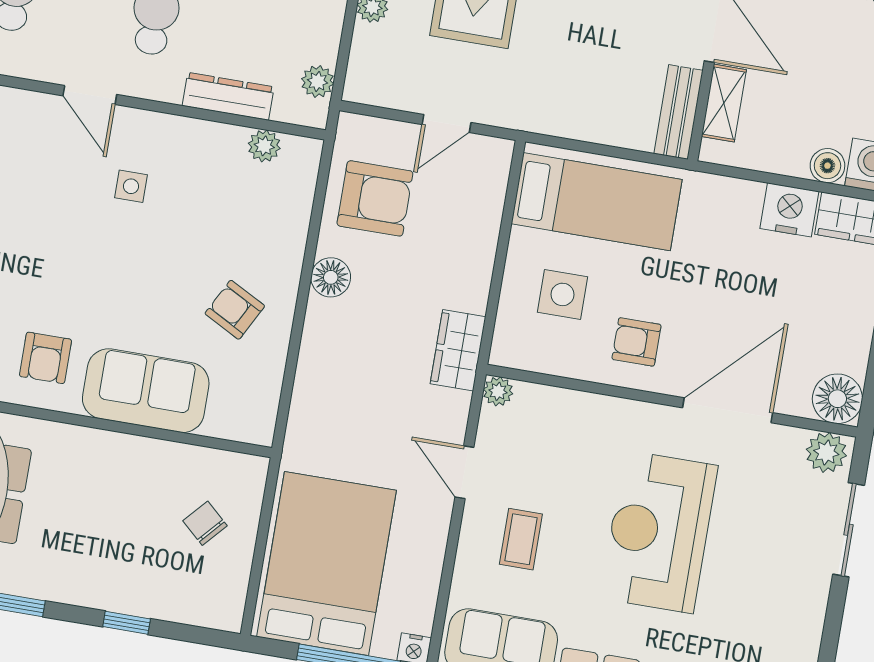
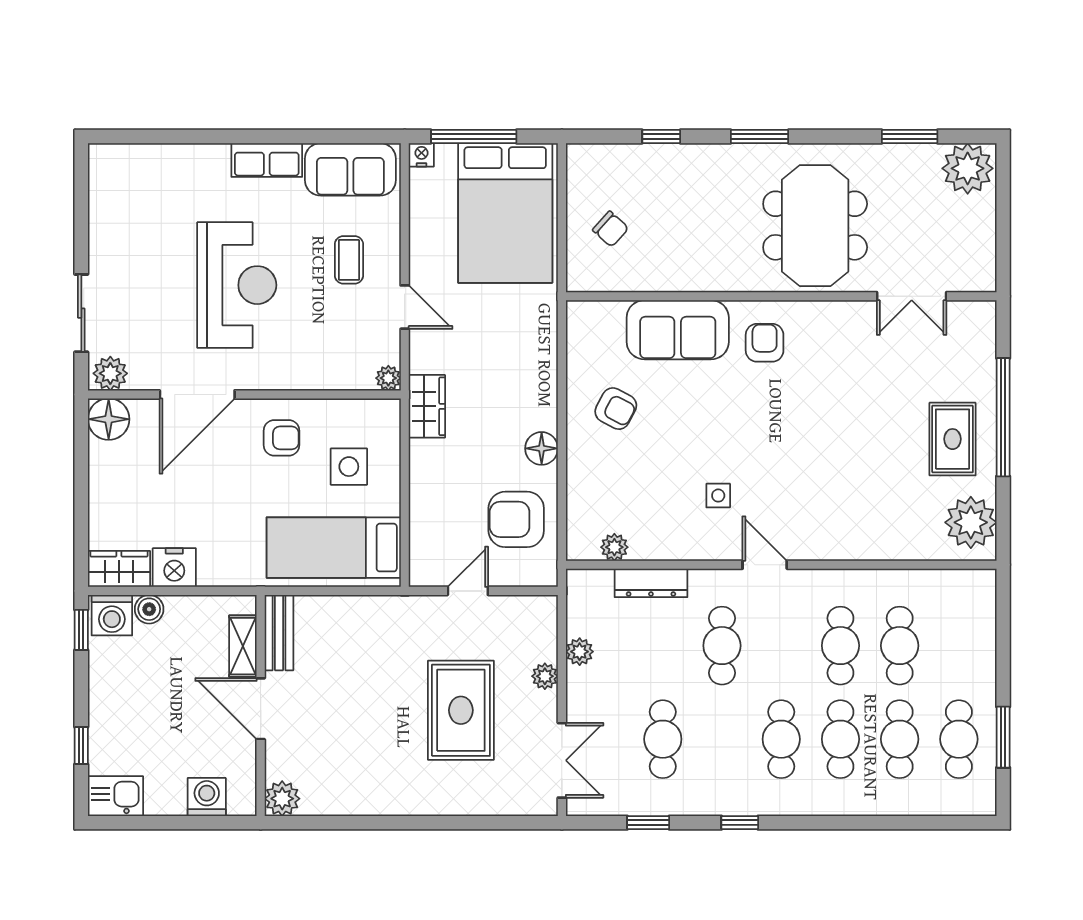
plant: (318, 81) -> (580, 652), moved

